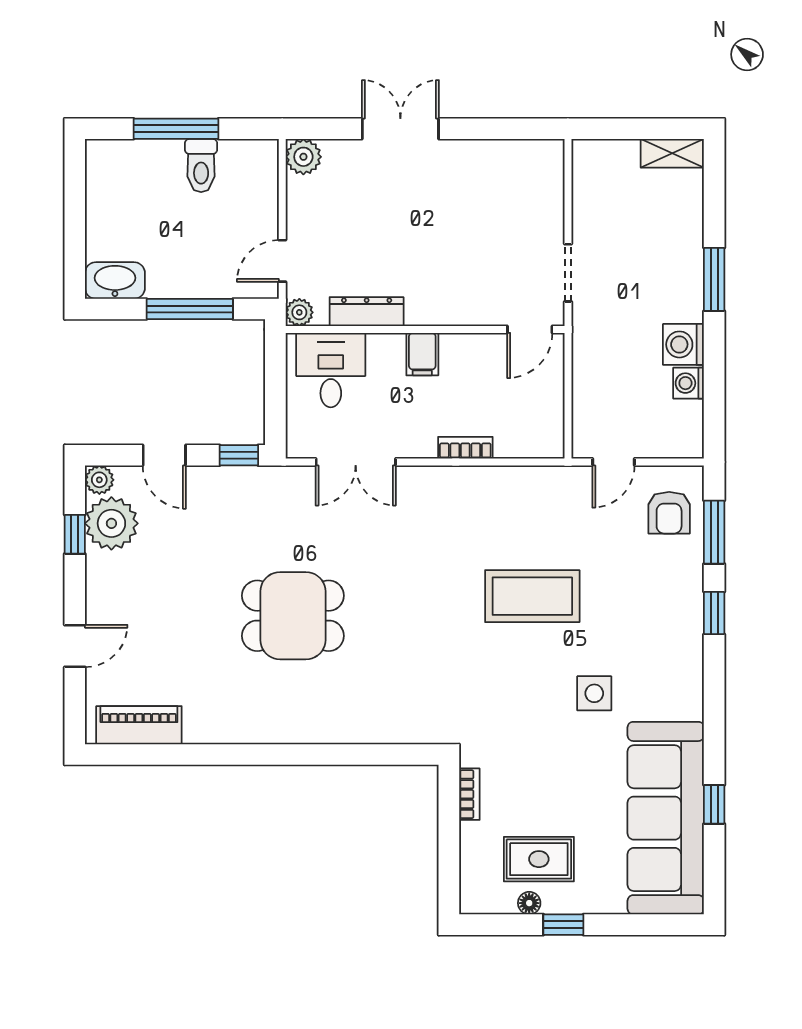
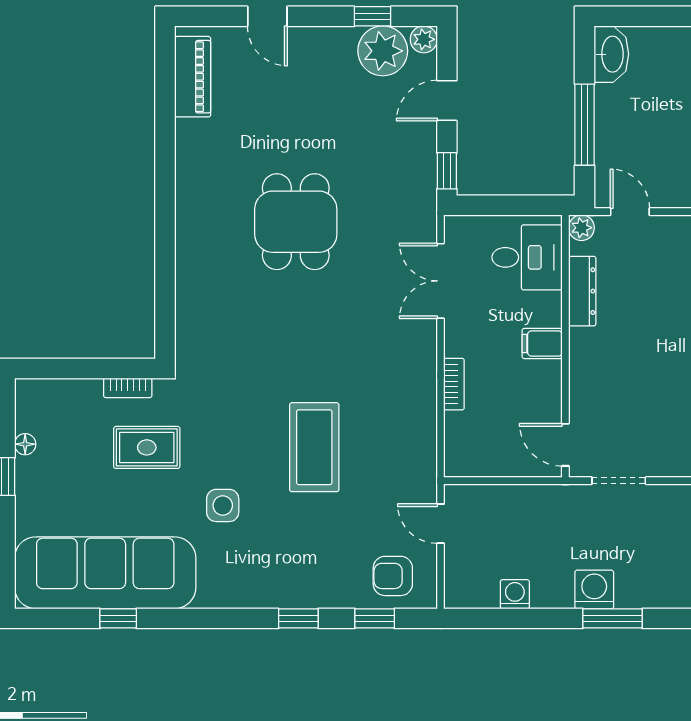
washing machine: (683, 344) -> (594, 589), moved
window: (714, 532) -> (375, 618), width x0.67
rug: (539, 859) -> (147, 447), moved, turned 90

